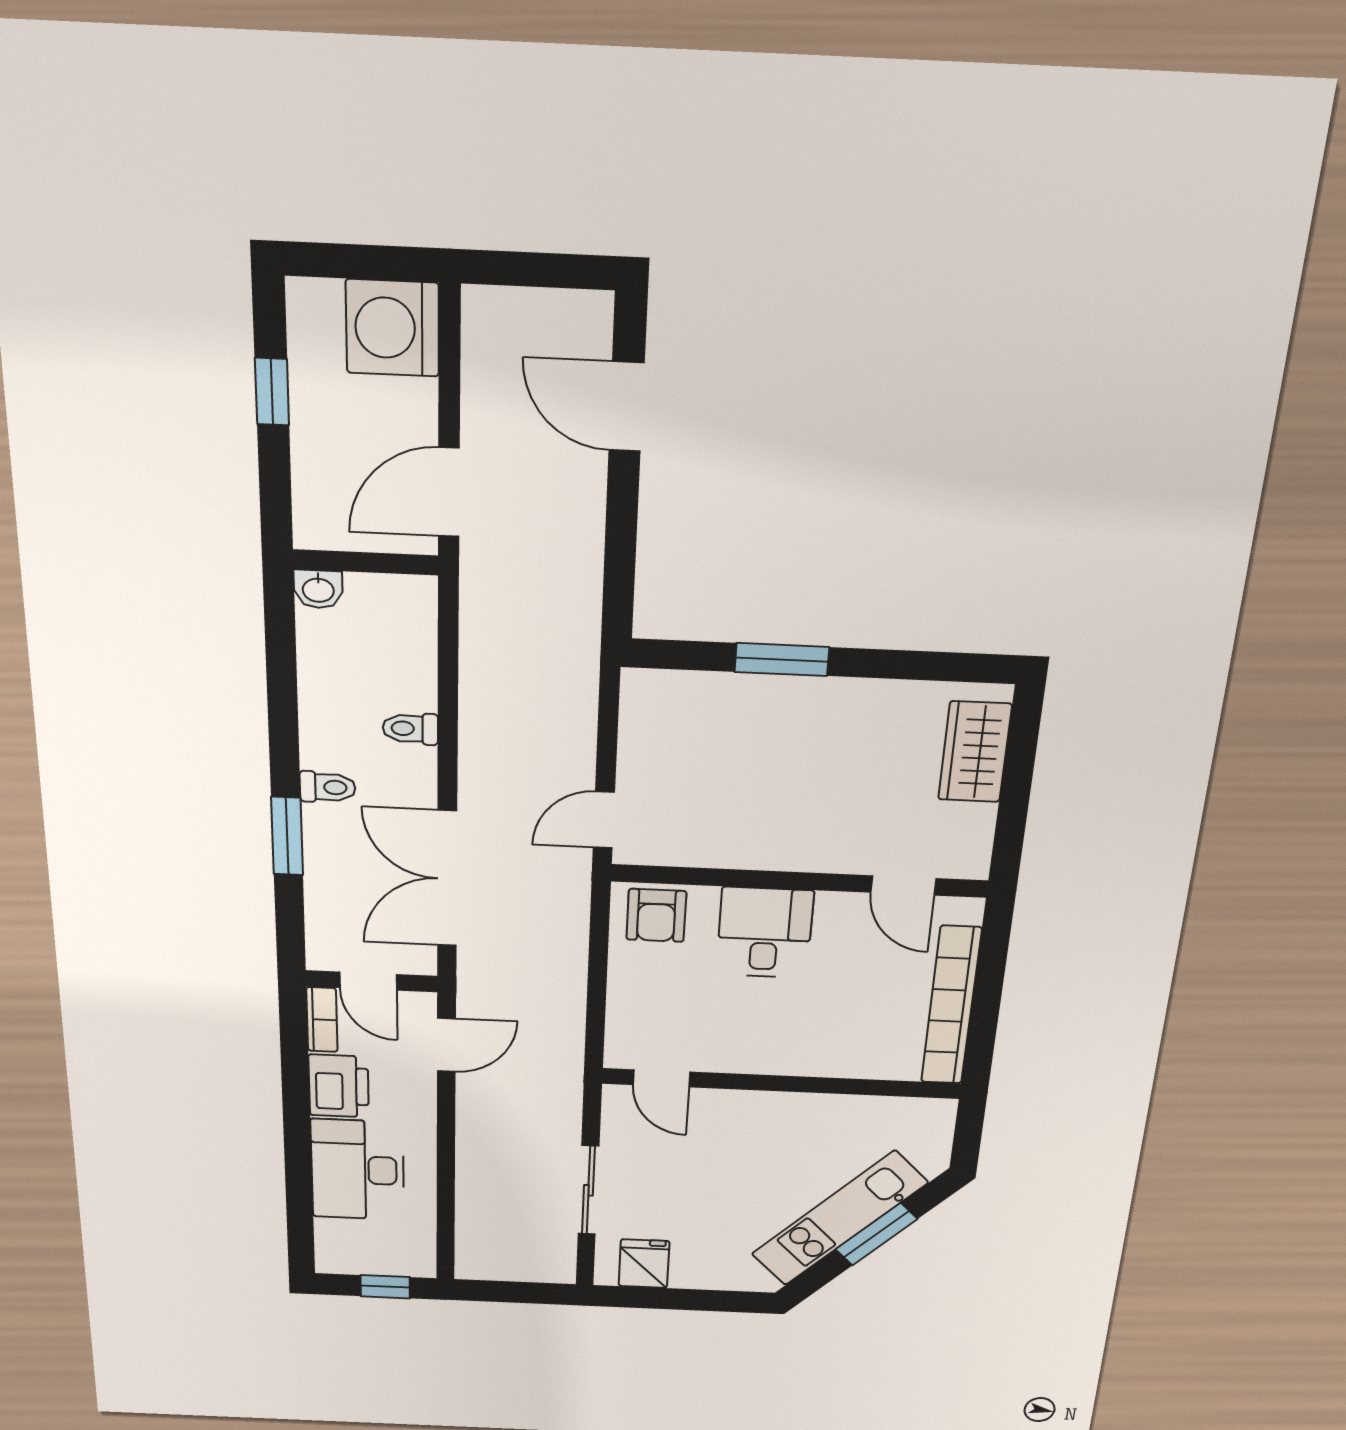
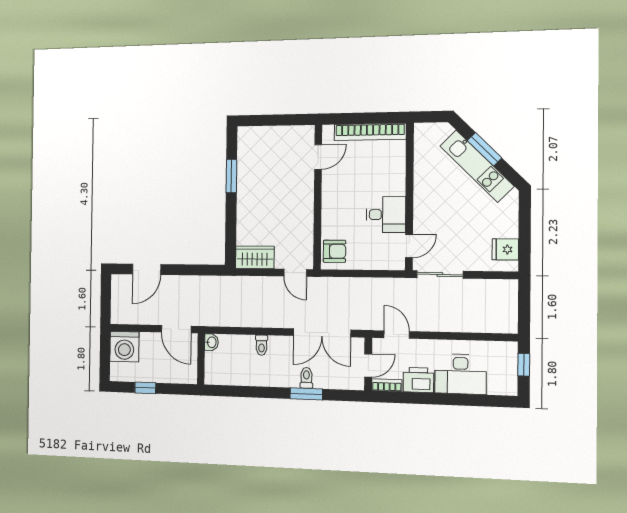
washbasin: (318, 589) -> (211, 342), moved
window: (782, 660) -> (231, 176), moved
wardrobe: (975, 752) -> (255, 257), moved, turned 180
toilet: (328, 787) -> (306, 378), moved
desk: (765, 933) -> (386, 215), moved, turned 180
sliding door: (588, 1190) -> (440, 275), moved

